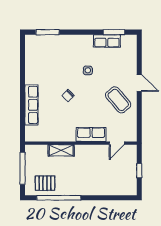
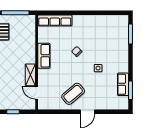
row of seats: (31, 105) -> (55, 20), moved
row of seats: (91, 134) -> (44, 56), moved
shelving: (61, 150) -> (30, 75), moved

